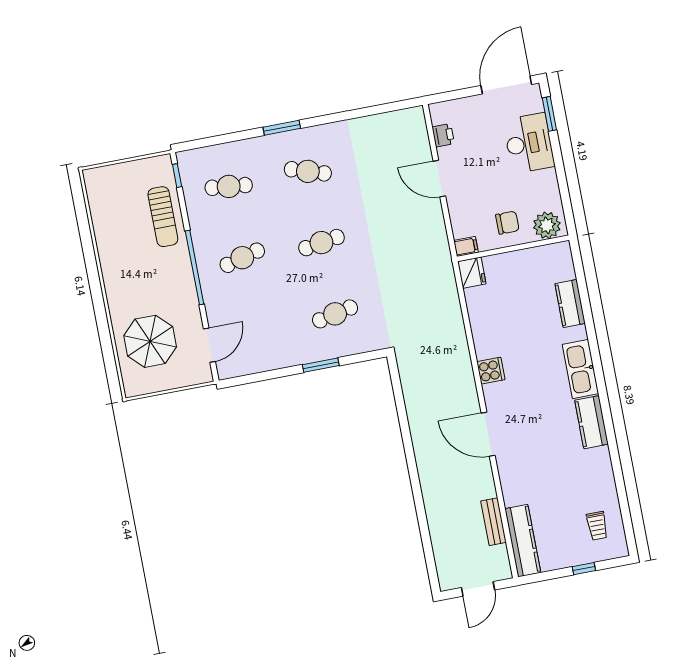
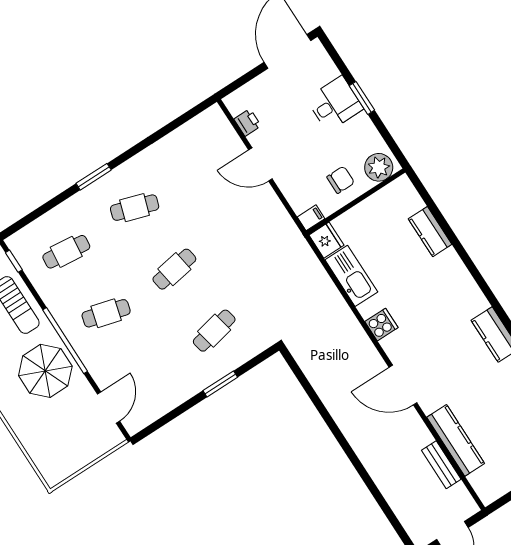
window: (549, 114) -> (362, 98), moved
desk: (529, 143) -> (335, 104), width x0.73
cafe table: (242, 258) -> (106, 313), turned 30
parasol: (150, 341) -> (45, 371), moved
kitchen sink: (580, 369) -> (351, 276), moved, turned 180
kitchen counter: (523, 541) -> (456, 440), moved

